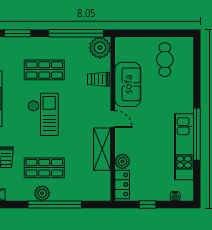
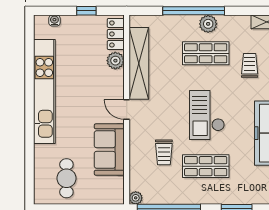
plant: (100, 48) -> (136, 198), width x0.53, depth x0.53
trolley: (98, 79) -> (164, 152), moved, turned 90
window: (197, 134) -> (29, 92), removed
kitchen unit: (184, 147) -> (44, 91), width x1.36
shelving: (102, 149) -> (139, 63), width x1.47

